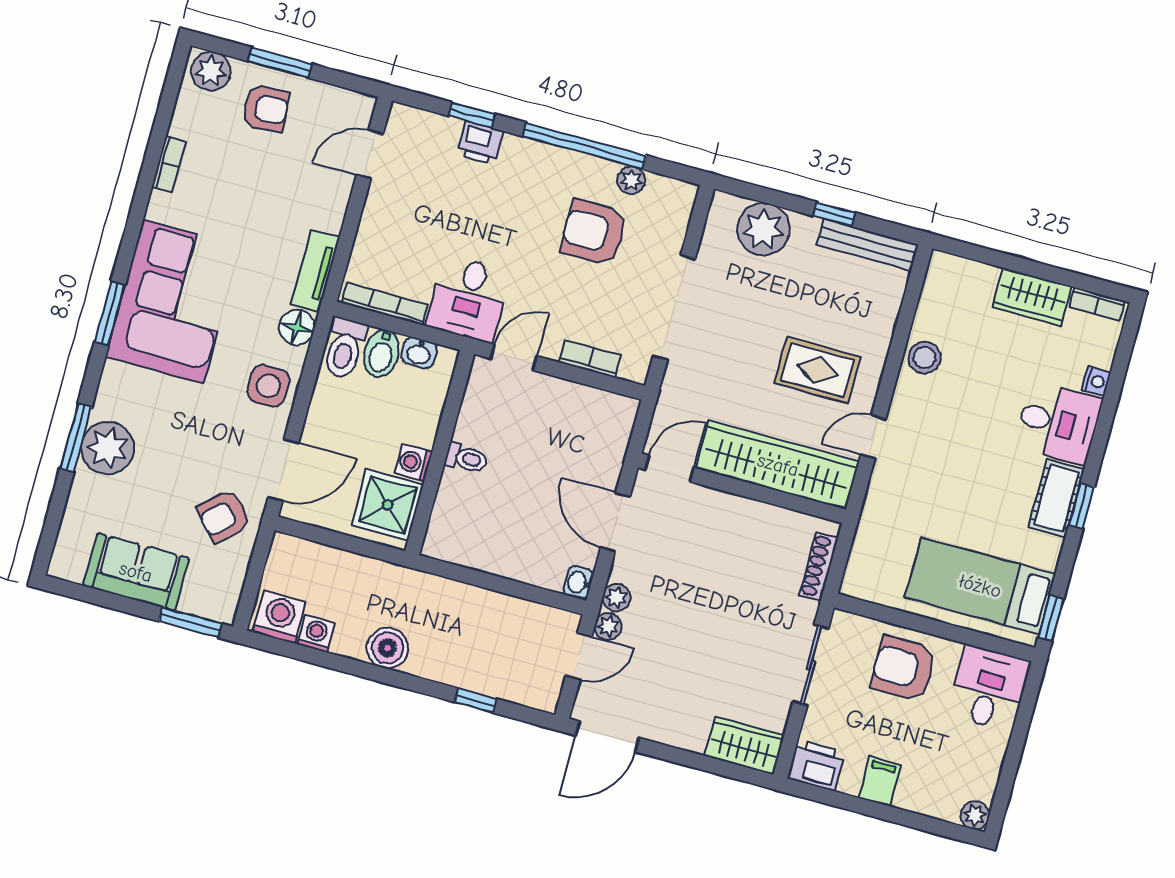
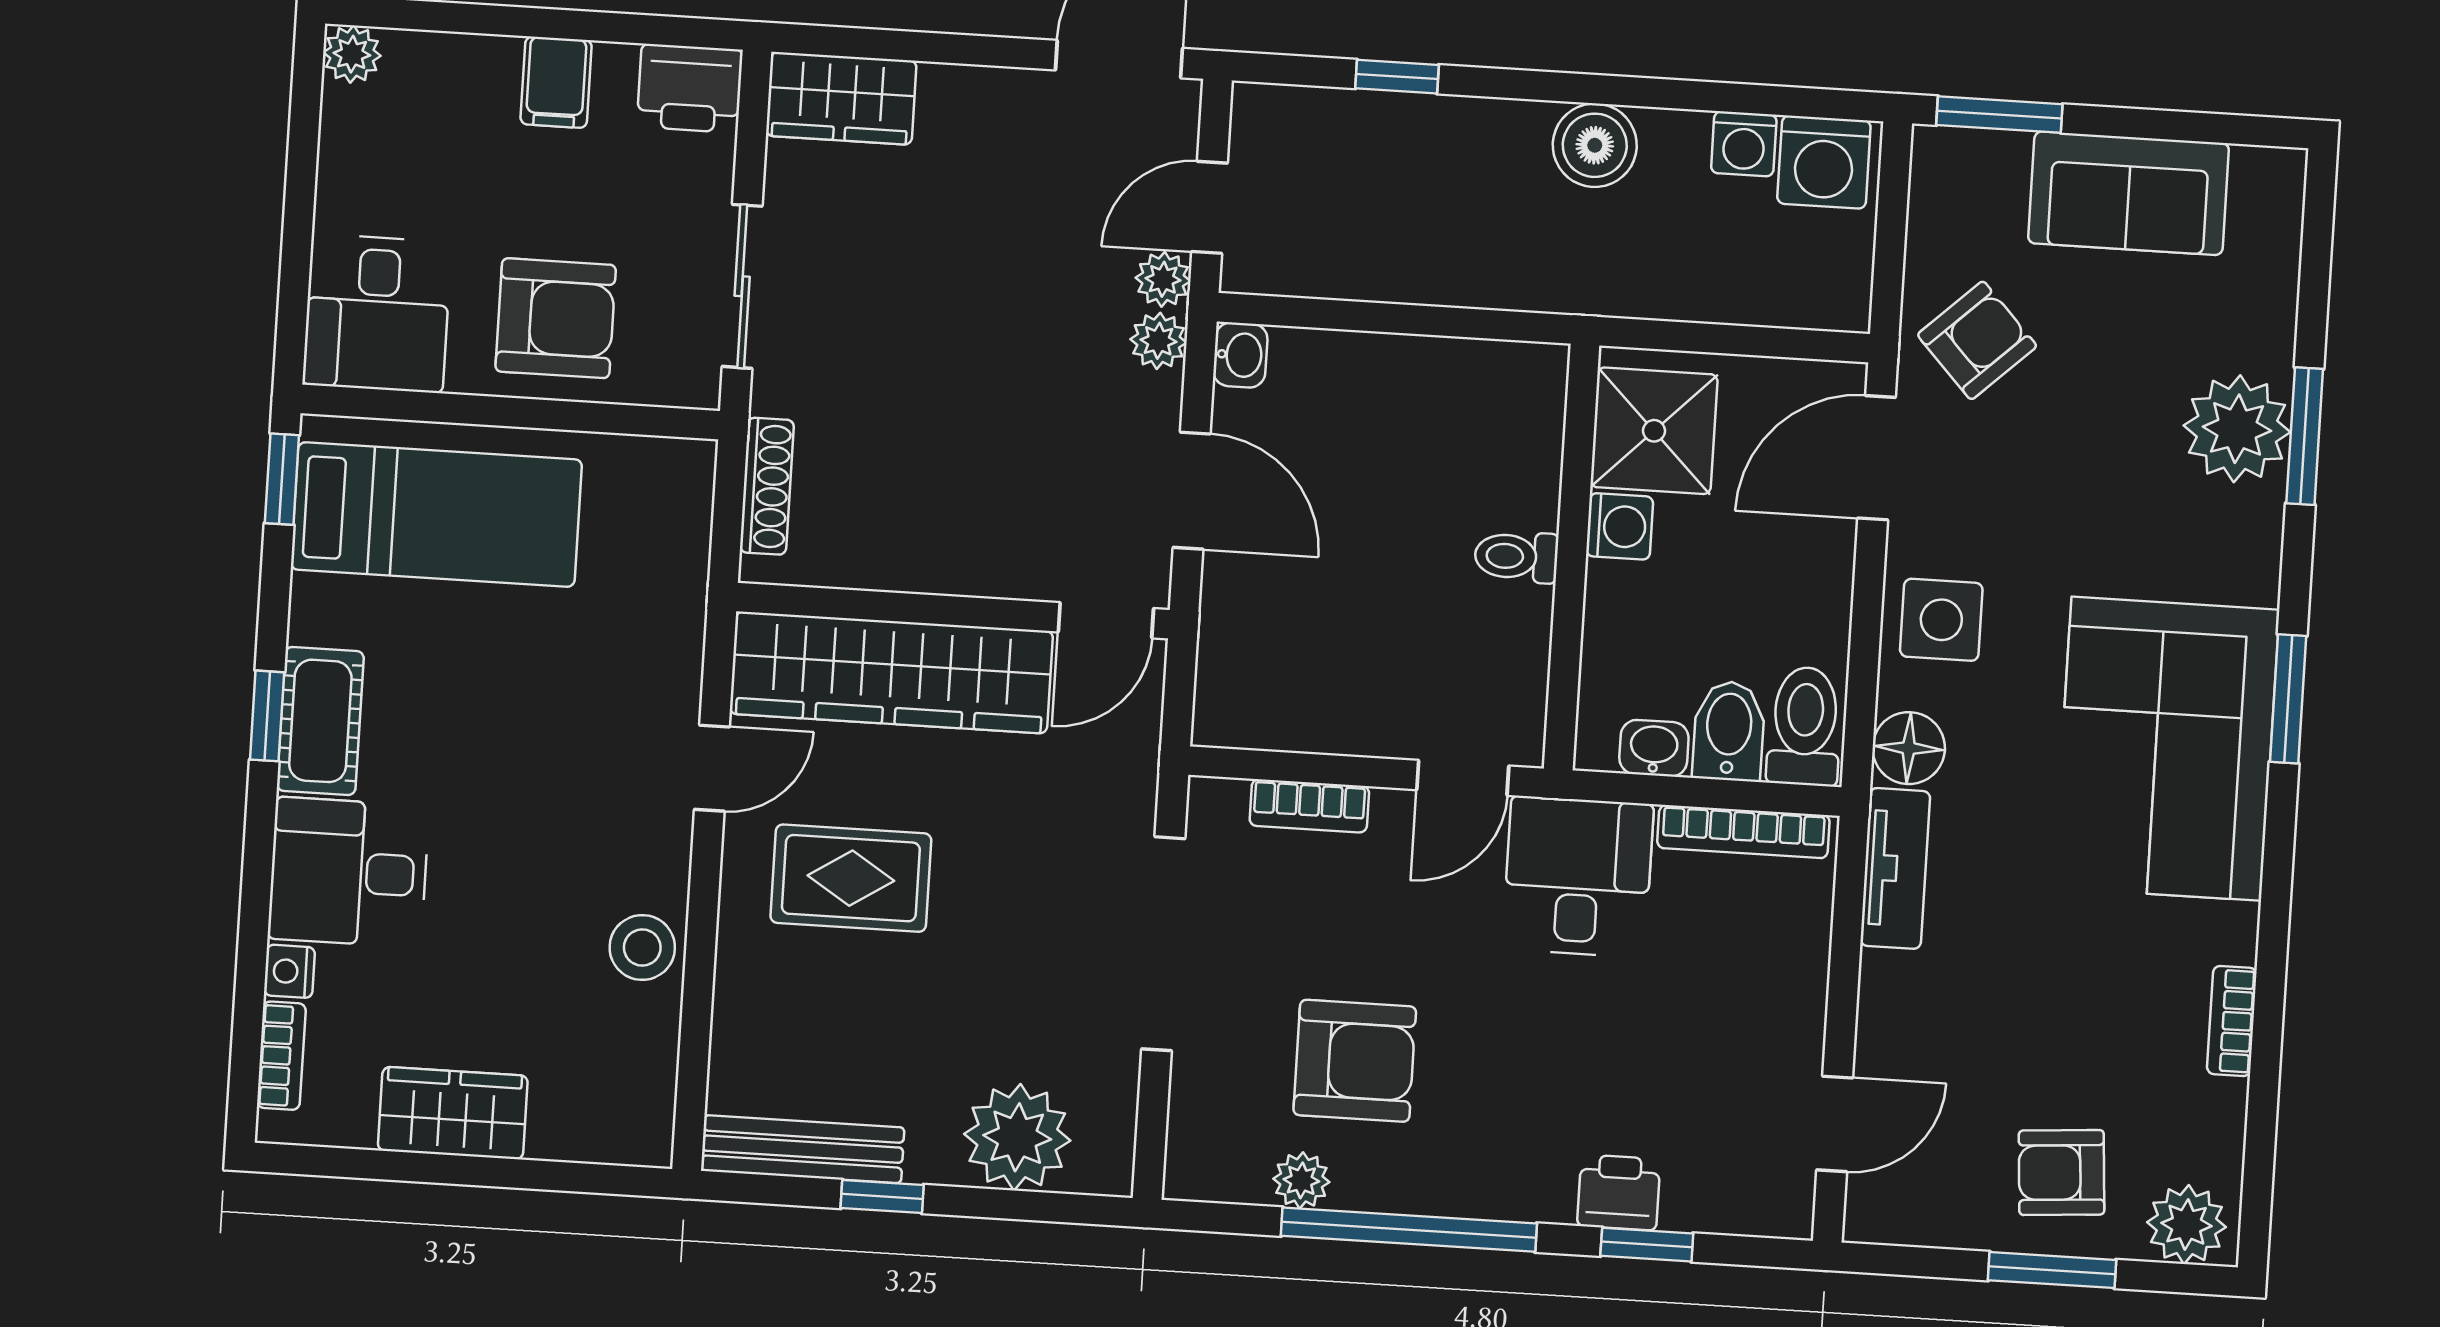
bookcase: (1097, 304) -> (281, 1056), moved, turned 90

